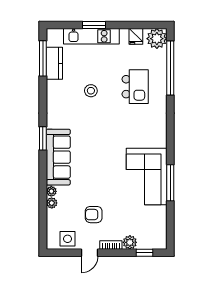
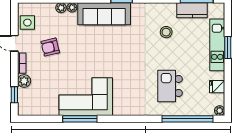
plant: (157, 39) -> (220, 111), width x0.53, depth x0.53
kitchen island: (135, 87) -> (170, 86), turned 90
stool: (91, 91) -> (166, 32), moved
armchair: (94, 215) -> (50, 47), turned -104

